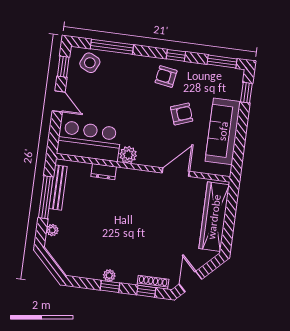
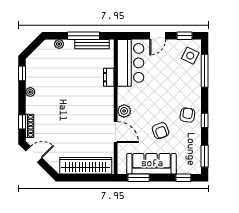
window: (239, 150) -> (139, 178), added
plant: (128, 155) -> (124, 111), moved
window: (110, 286) -> (22, 73), moved

